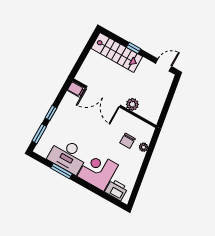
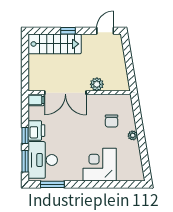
plant: (144, 147) -> (133, 135), moved
desk: (68, 156) -> (43, 160), moved, turned 90
window: (61, 171) -> (52, 184), moved
printer: (116, 190) -> (36, 131), moved, turned 90

